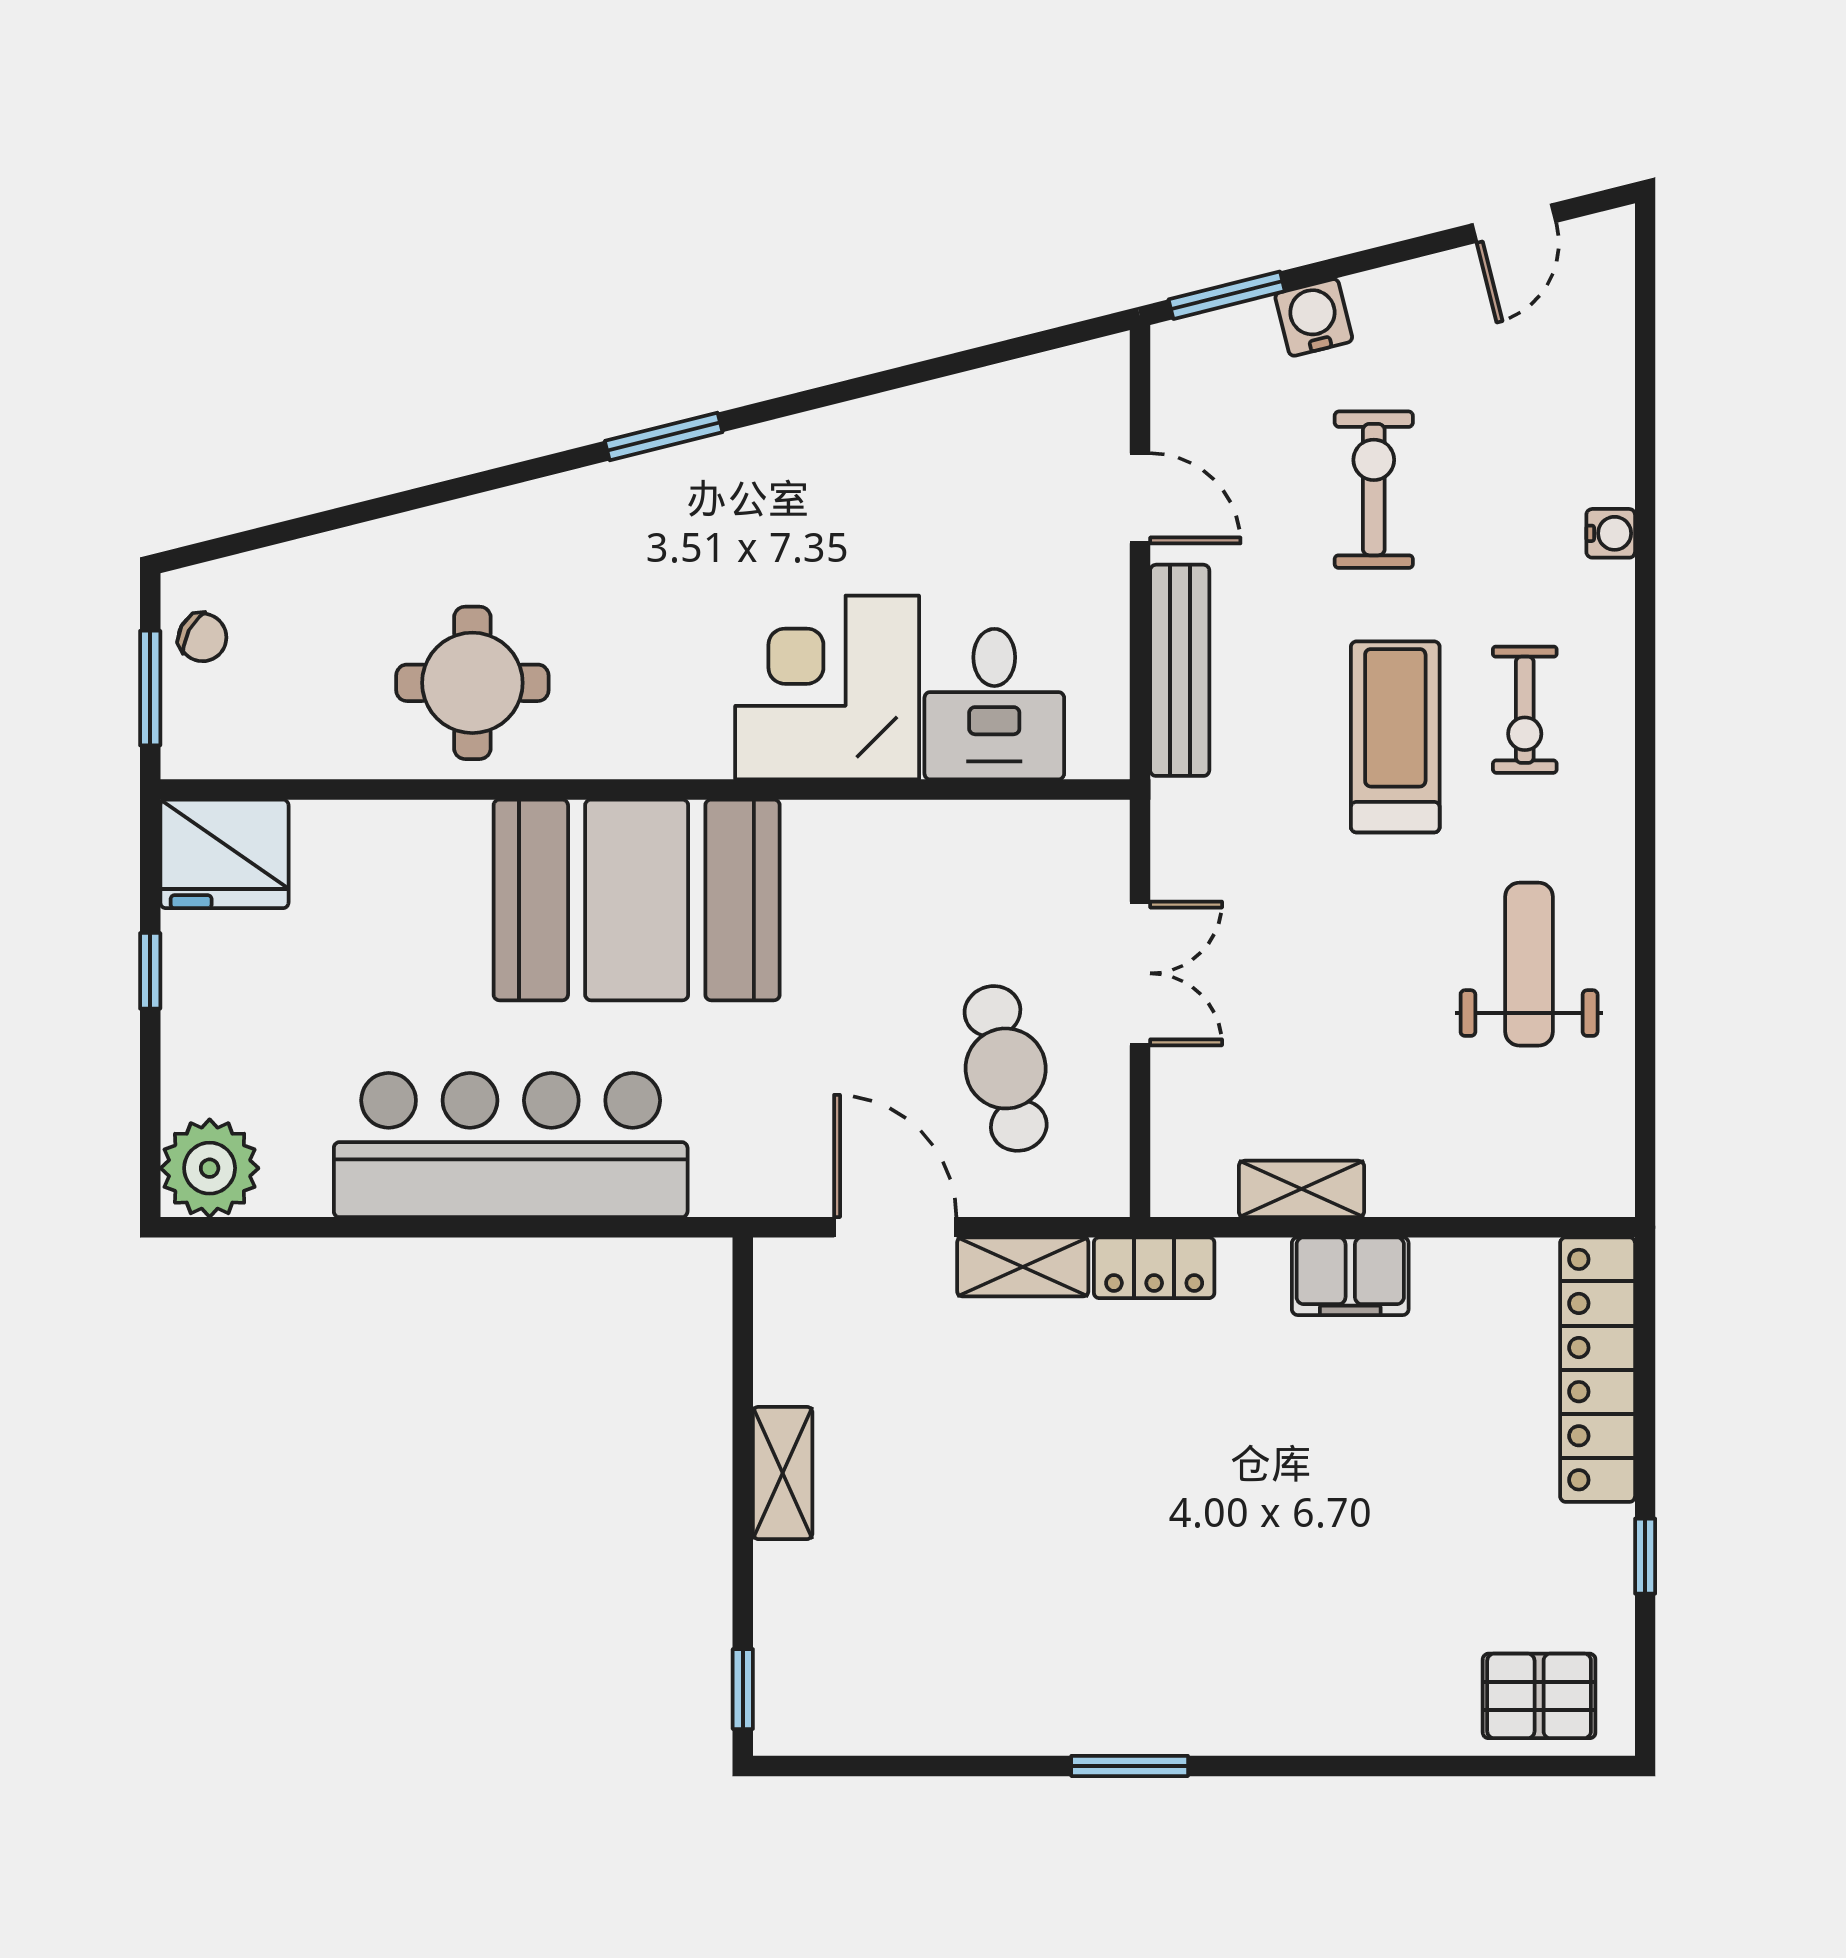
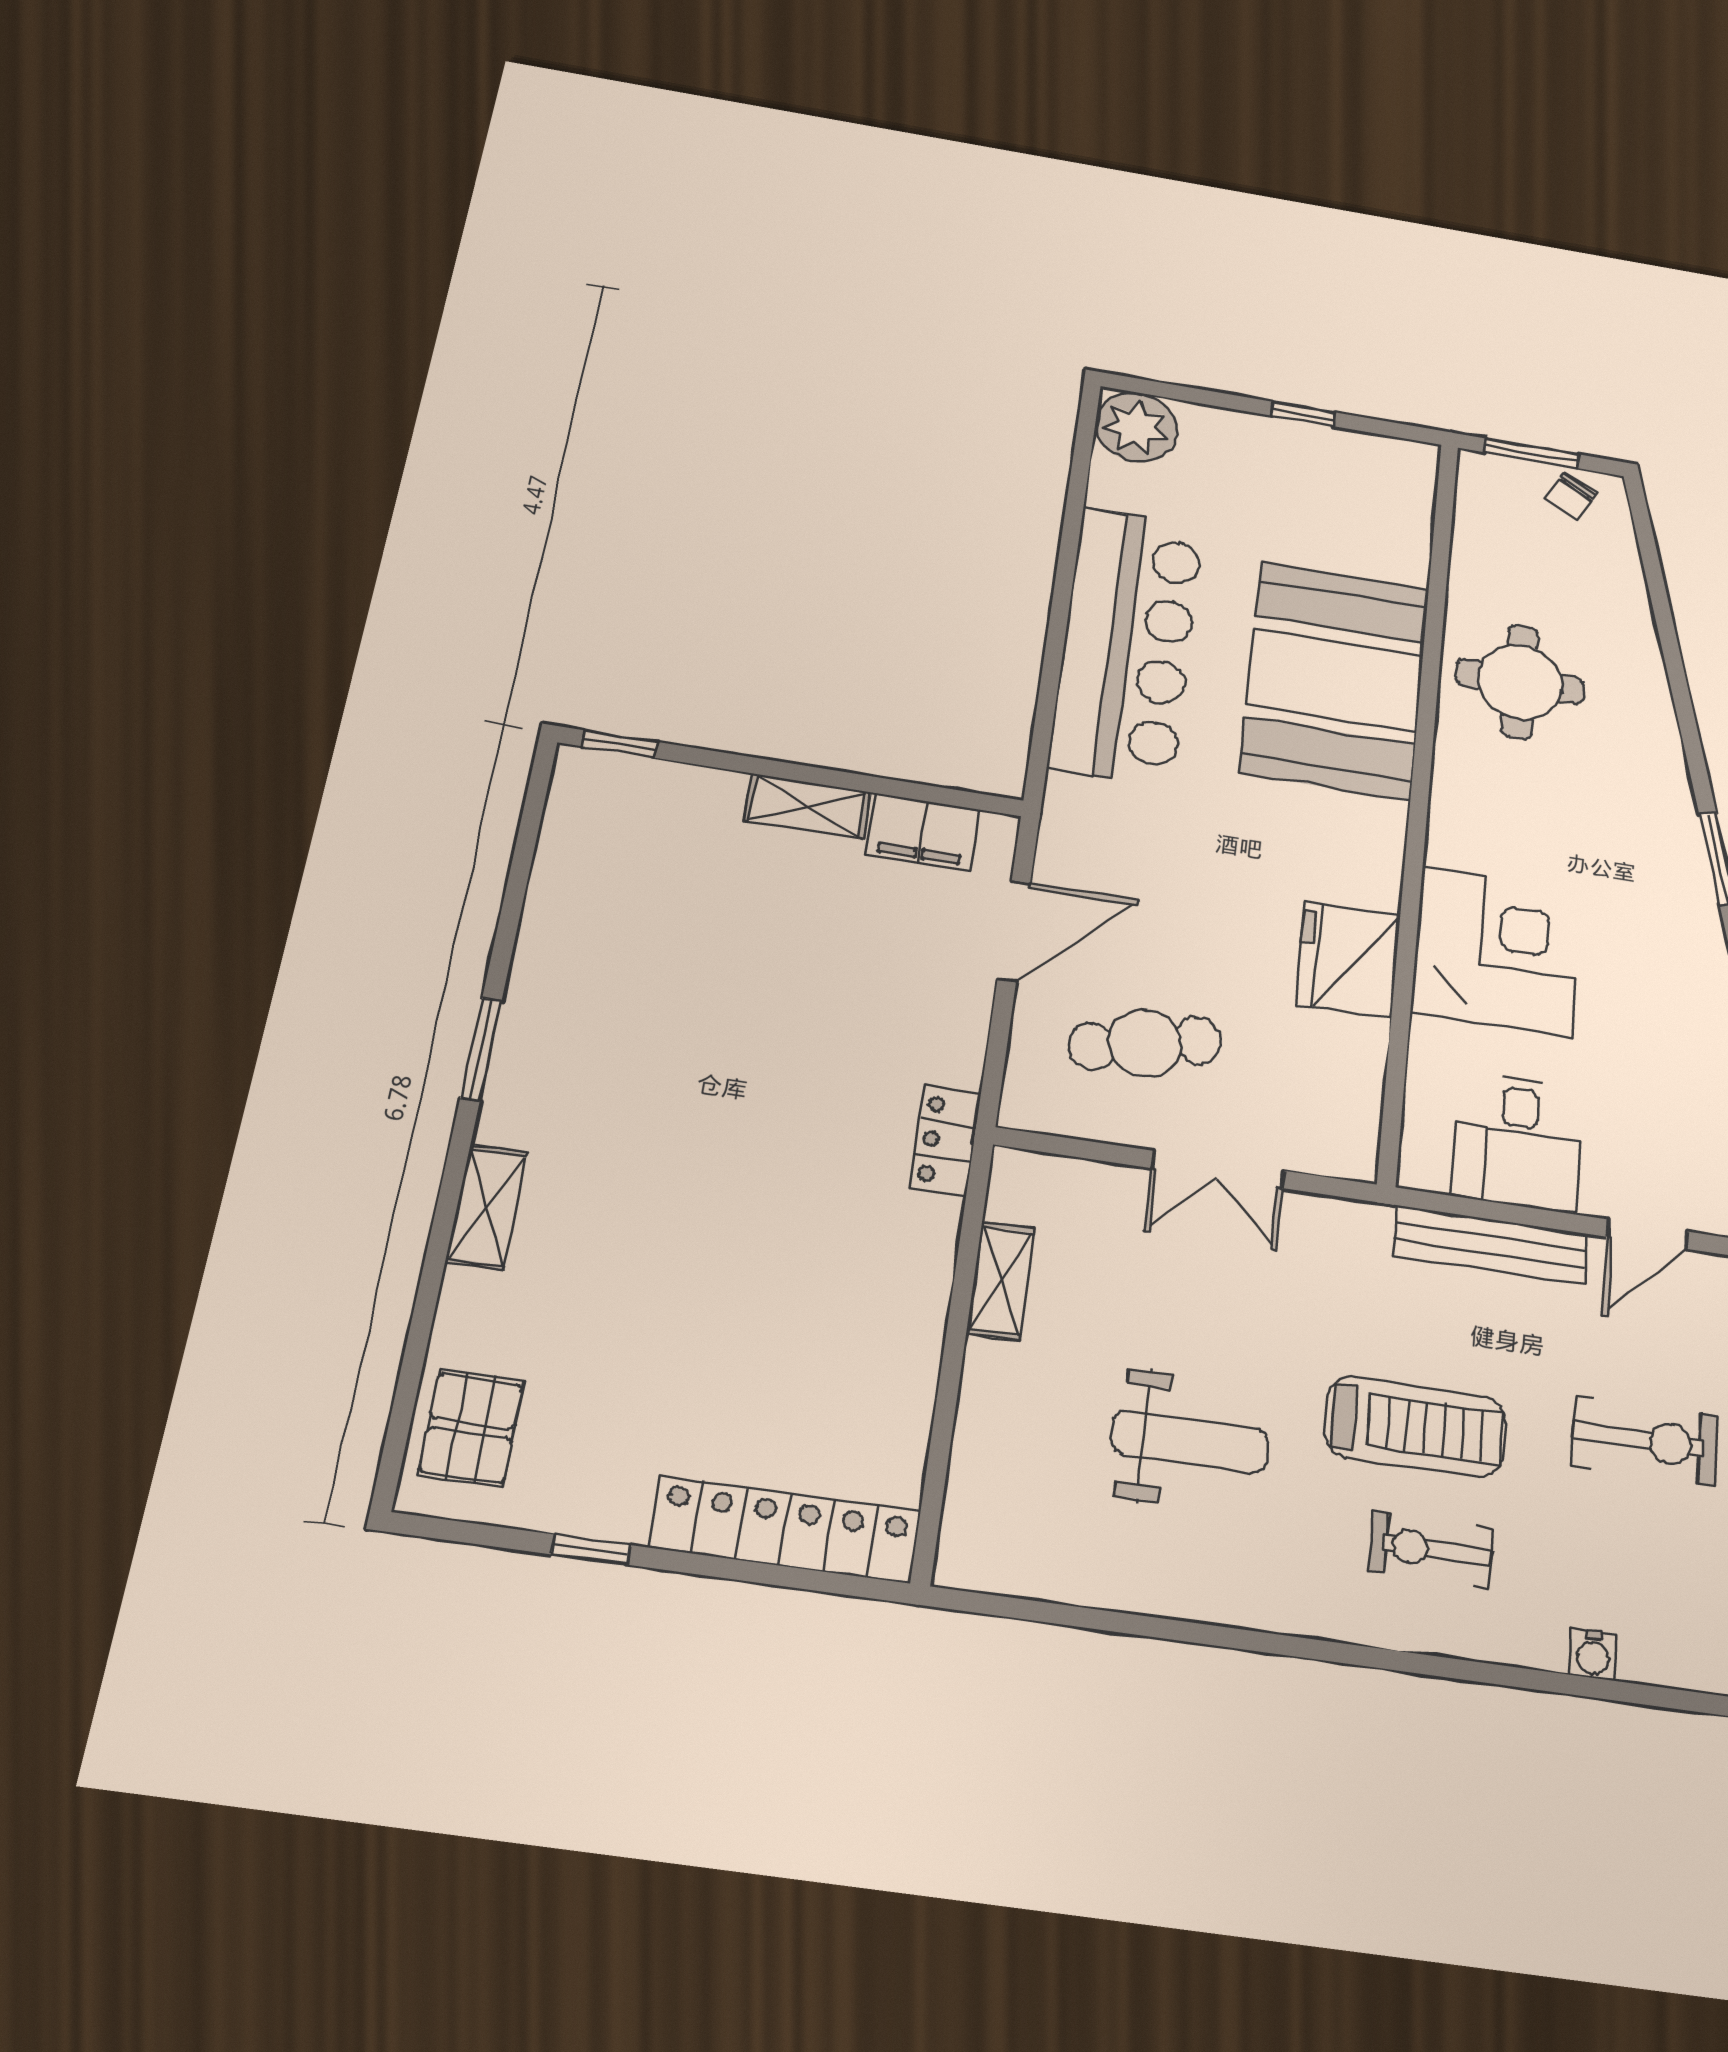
desk: (994, 704) -> (1518, 1142), moved, turned -90
fridge: (224, 854) -> (1348, 960), moved
booth: (637, 900) -> (1335, 680), moved
weight bench: (1529, 964) -> (1190, 1441), moved
shelving: (1023, 1267) -> (486, 1207), moved
filing cabinet: (1350, 1276) -> (923, 832), moved, turned -90

